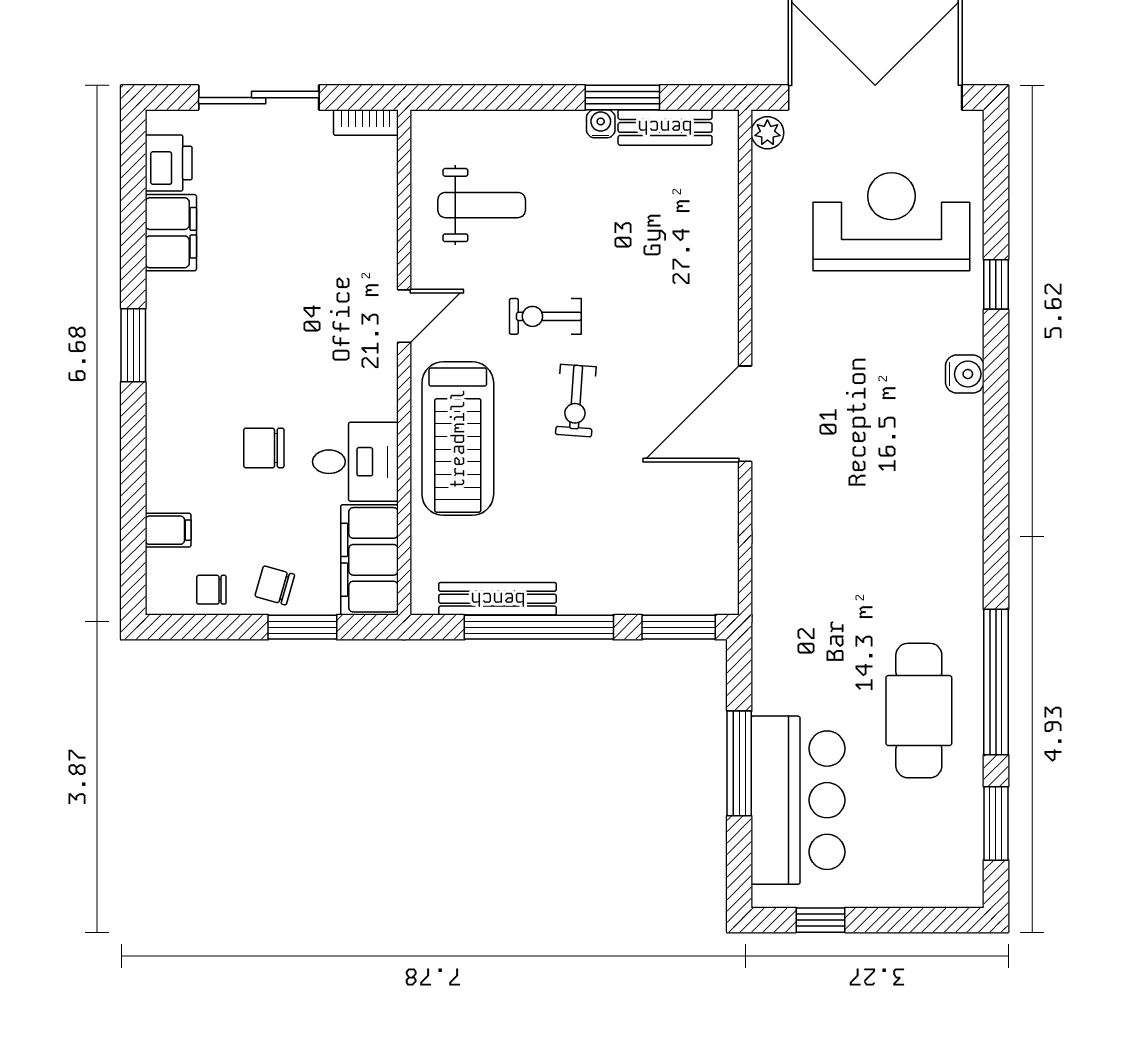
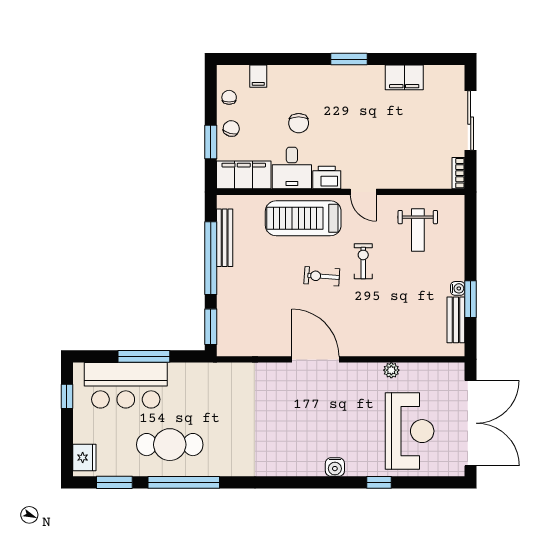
plant: (767, 133) -> (391, 370), moved
printer: (169, 163) -> (327, 178), moved, turned 180
chair: (264, 448) -> (299, 123), turned 180
fridge: (945, 884) -> (84, 458), added

